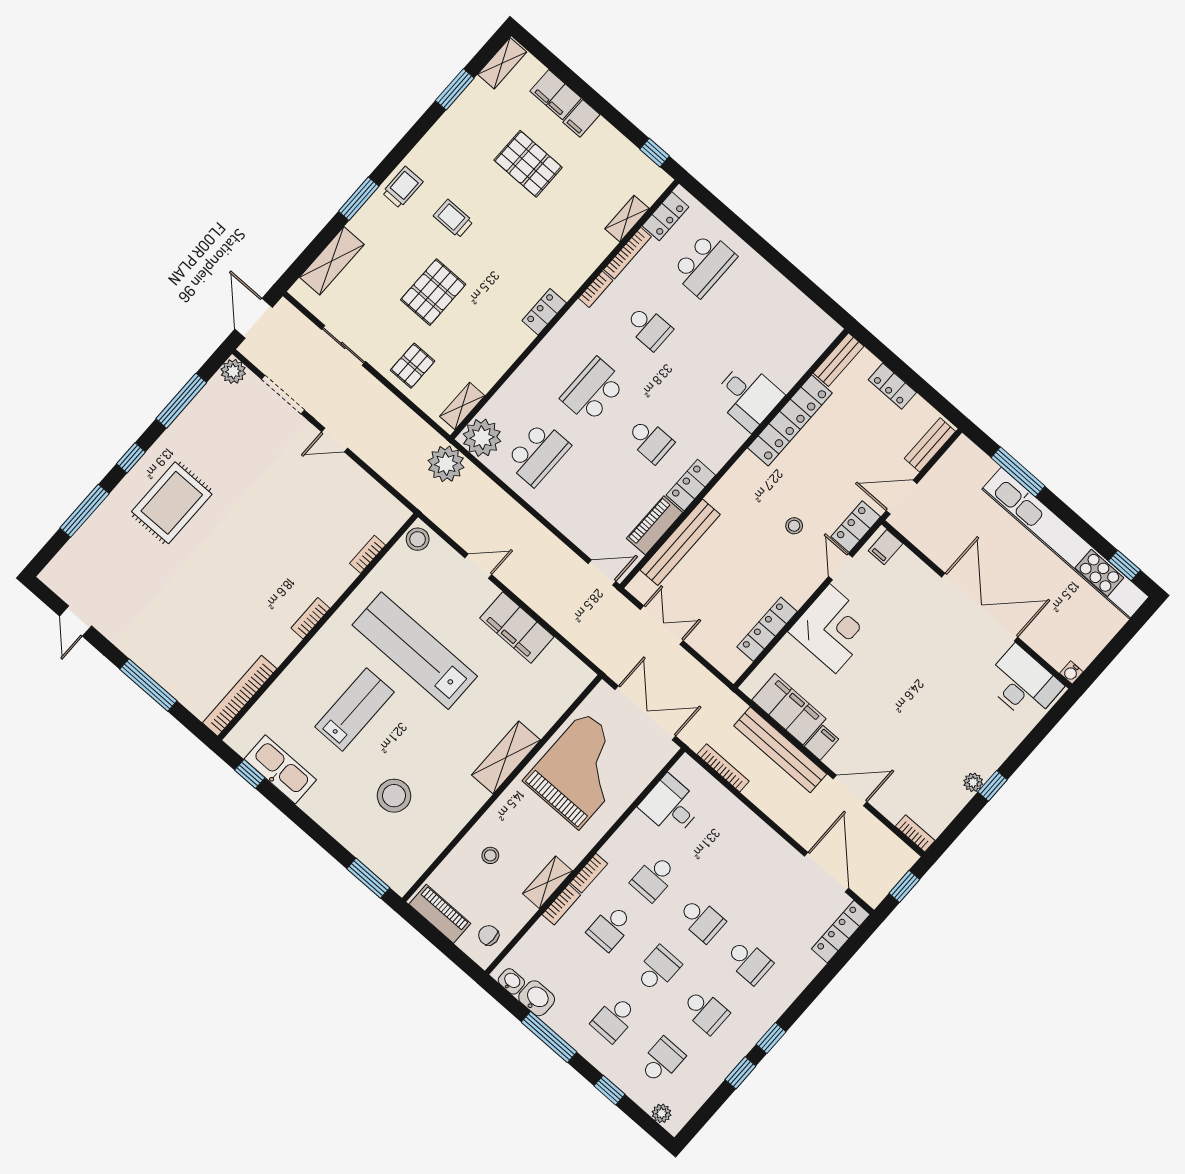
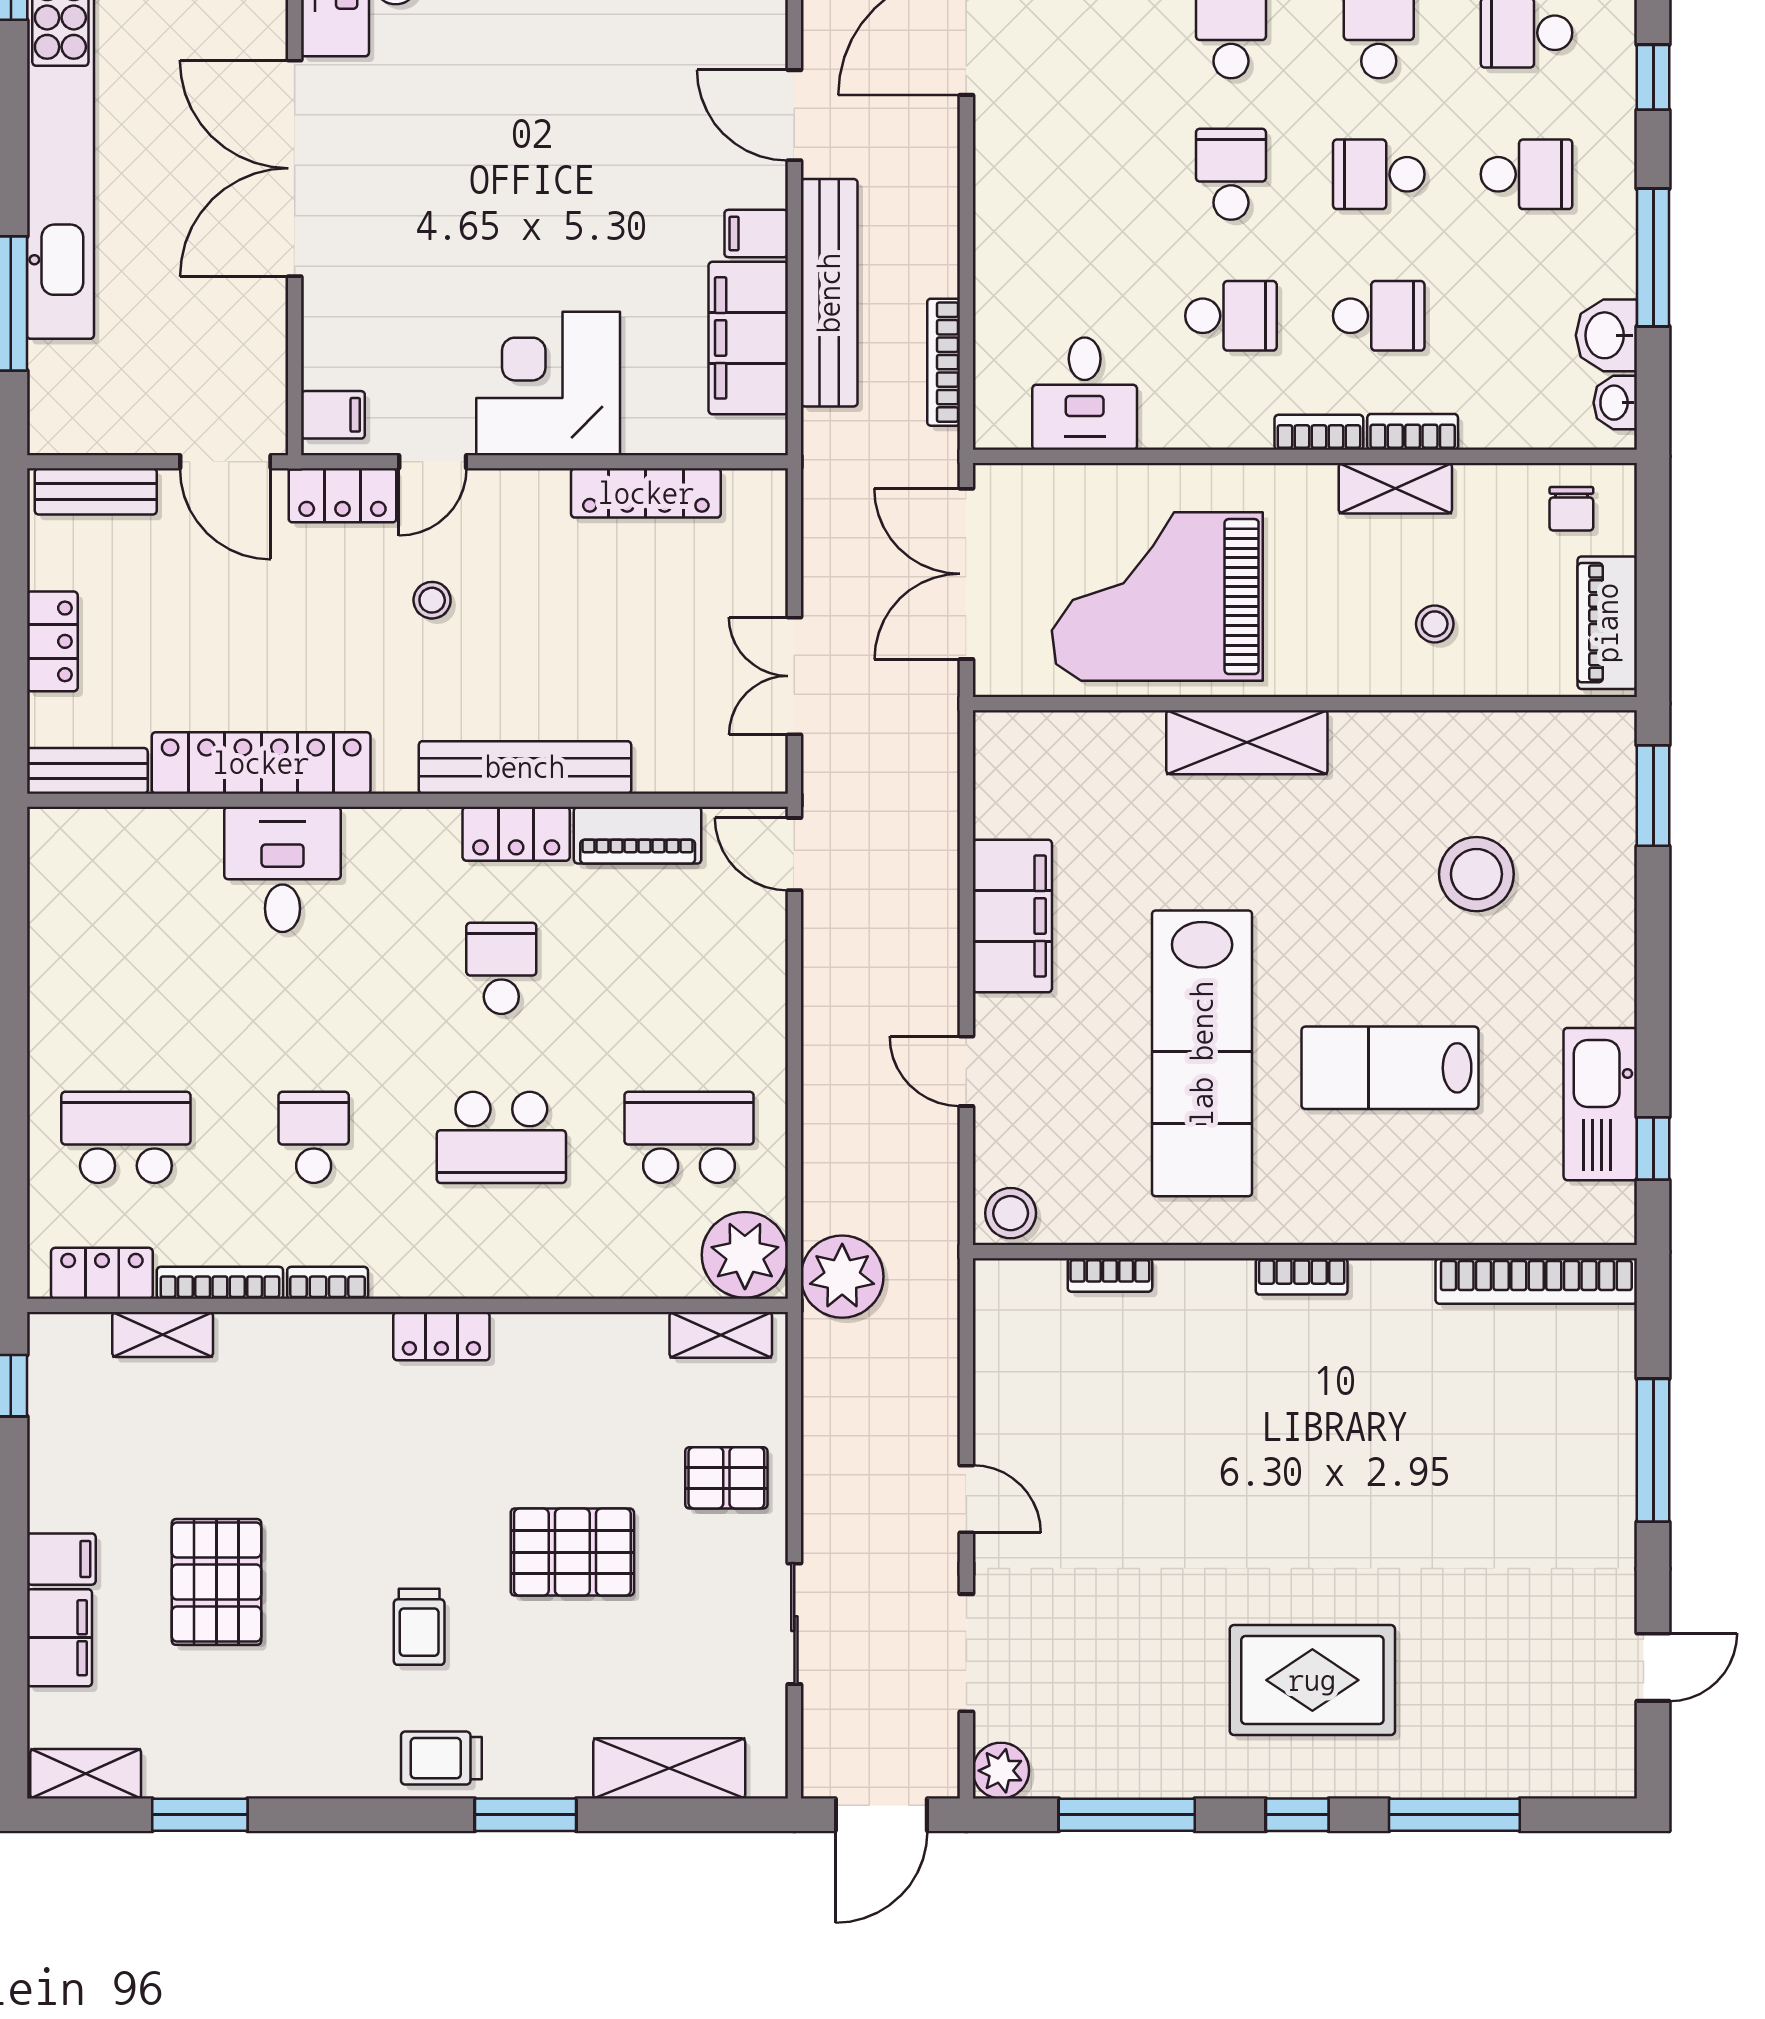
bench: (680, 542) -> (525, 767), moved

